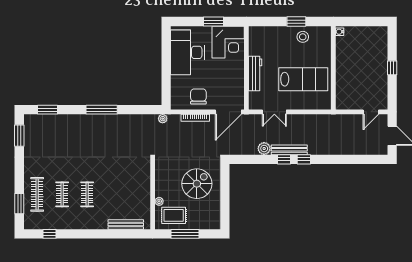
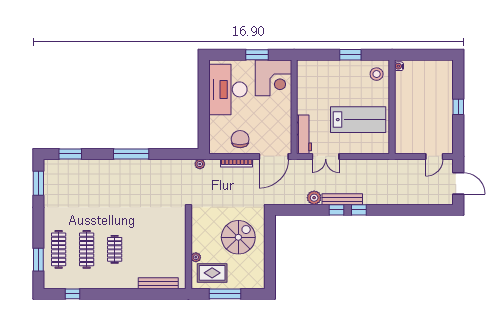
stool: (303, 37) -> (377, 74), moved
workbench: (255, 74) -> (304, 134), moved
clothes rail: (62, 194) -> (87, 249), width x1.36

